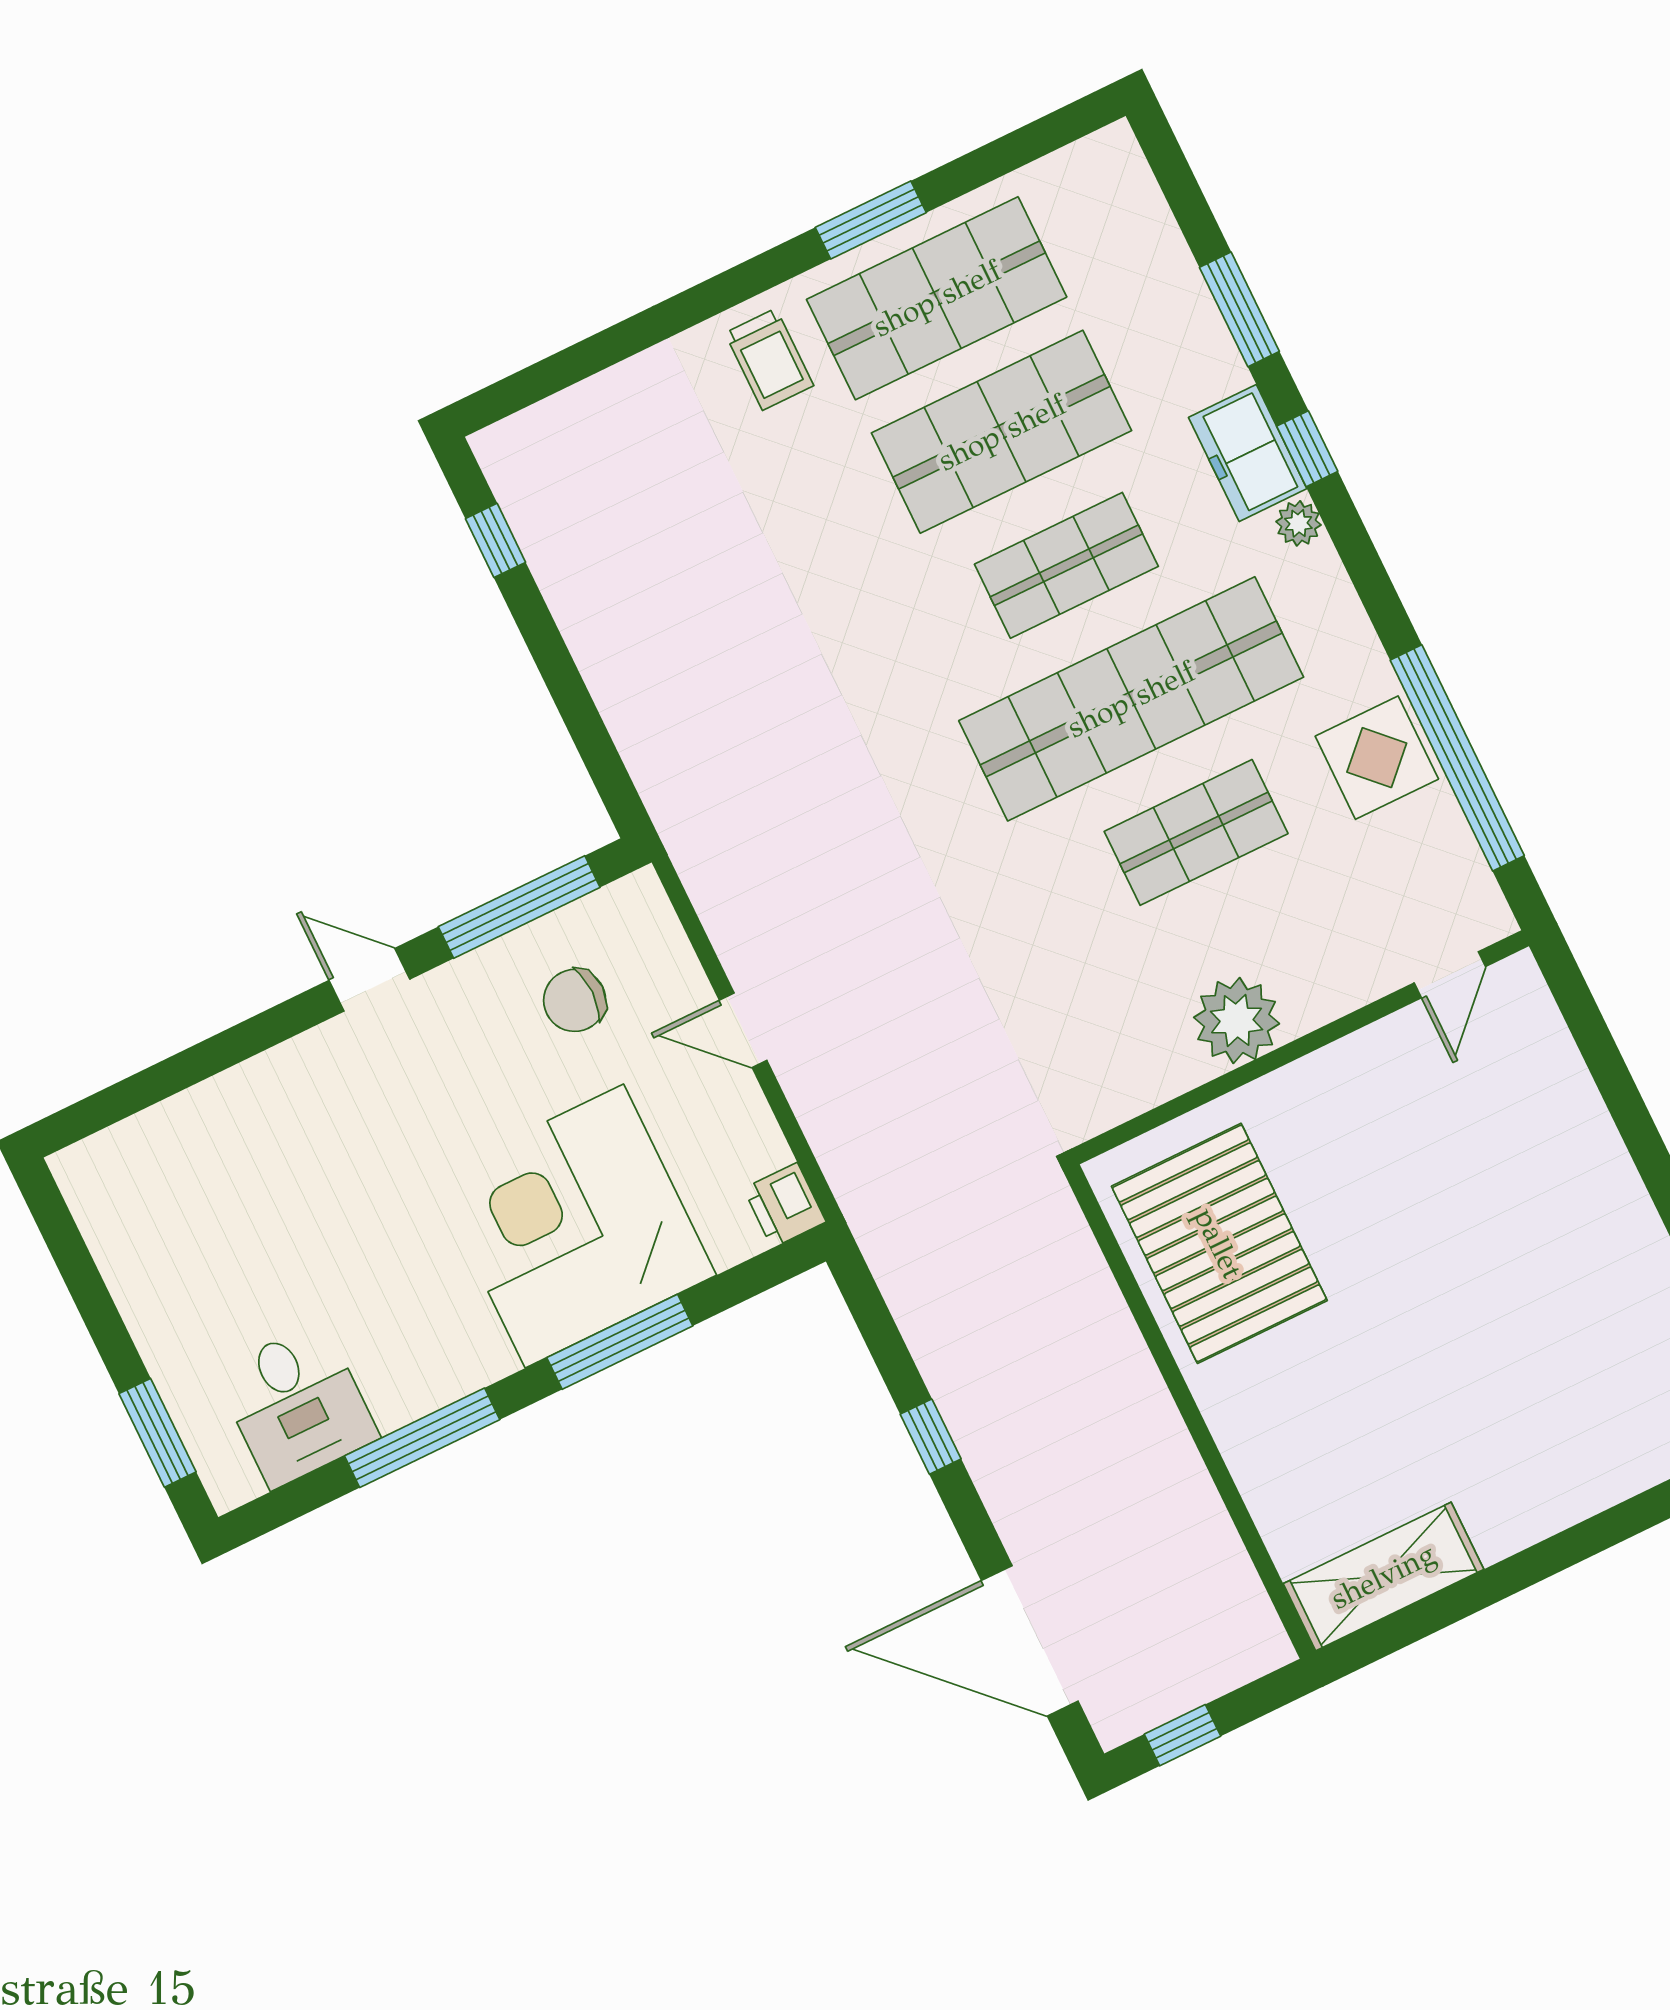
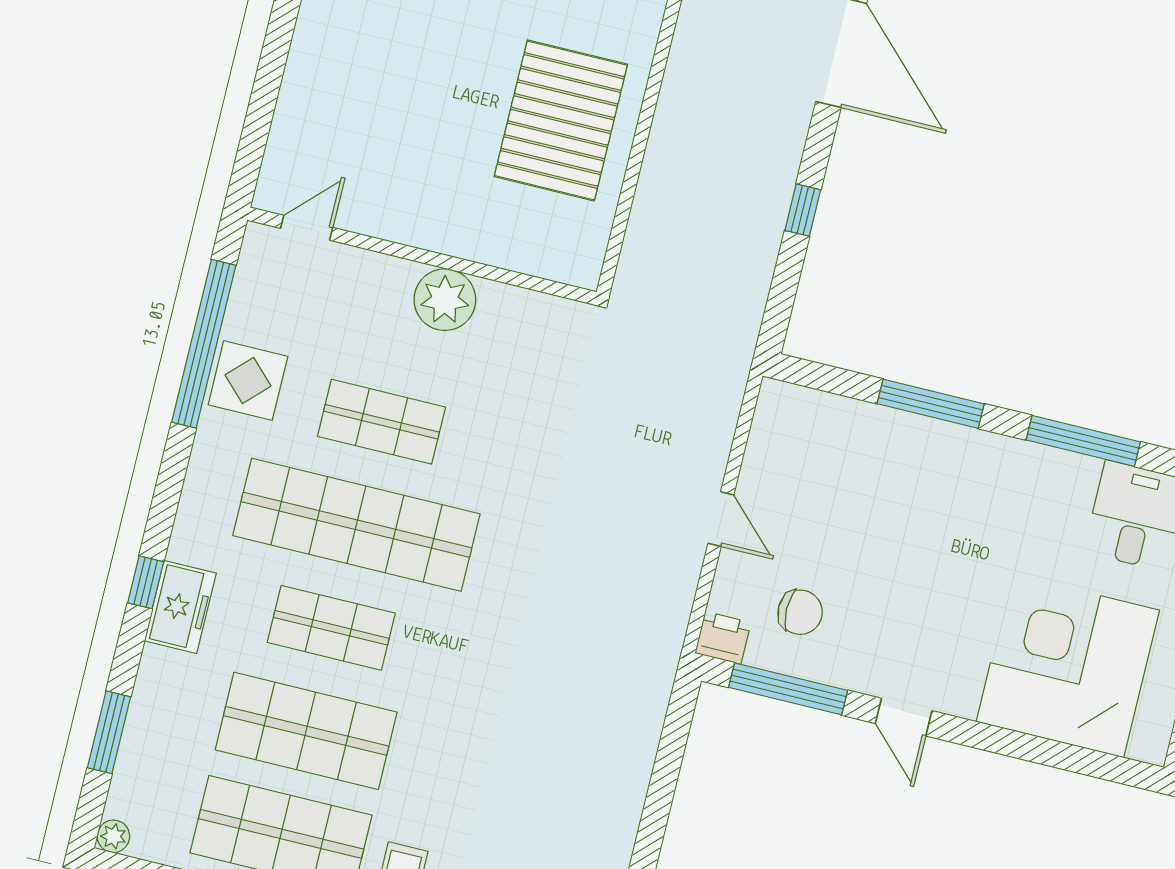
window: (1239, 309) -> (109, 732), moved
plant: (1298, 523) -> (113, 836), moved
printer: (785, 1205) -> (723, 638), moved, turned -90
corner desk: (574, 1226) -> (1068, 666), moved, turned 180
pallet: (1219, 1243) -> (561, 120), moved

